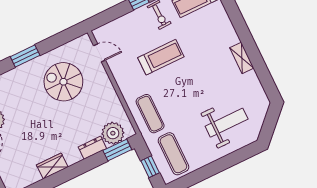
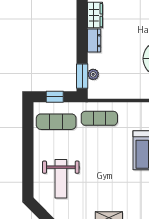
plant: (113, 133) -> (93, 74), width x0.53, depth x0.53
dresser: (92, 148) -> (94, 41), moved

